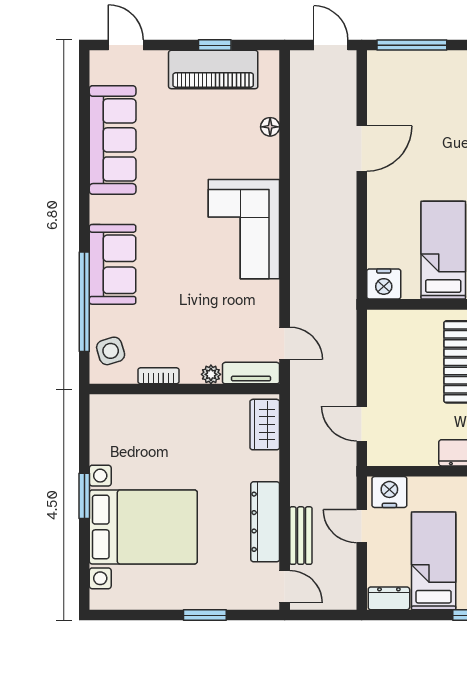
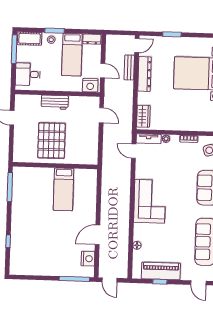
nightstand: (384, 284) -> (88, 259), moved, turned 90
door: (285, 587) -> (137, 46), swing flipped

